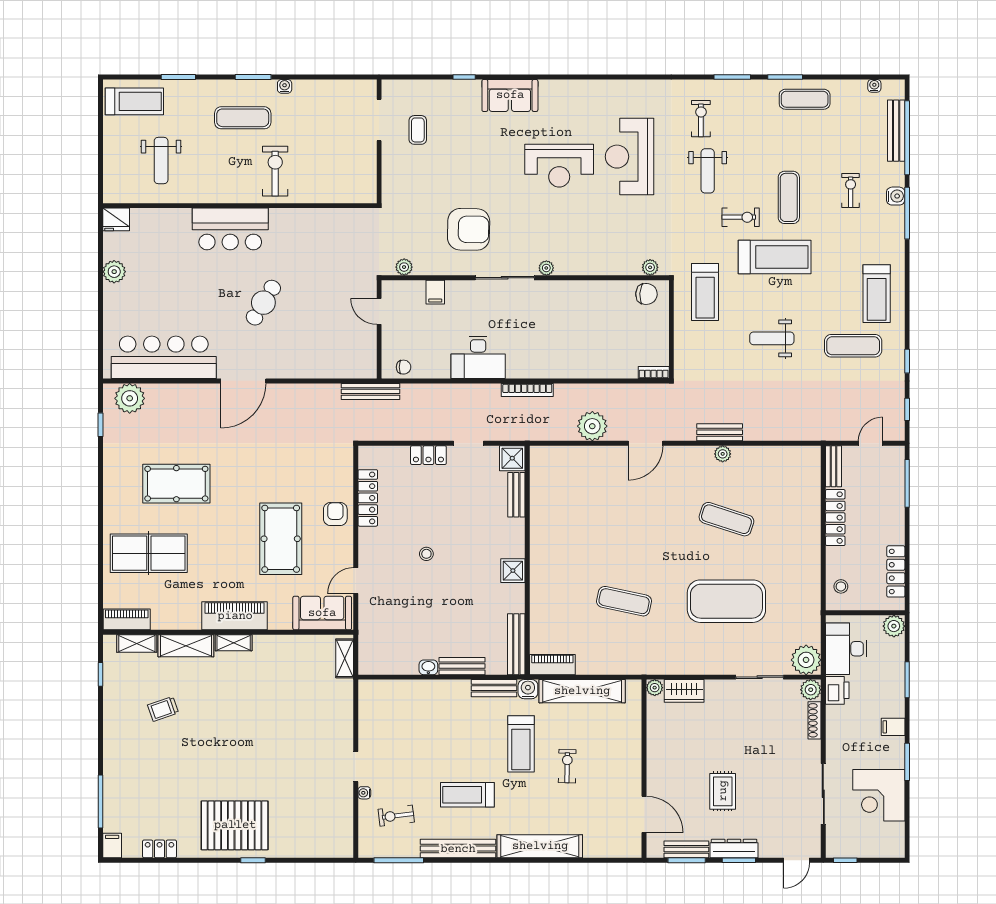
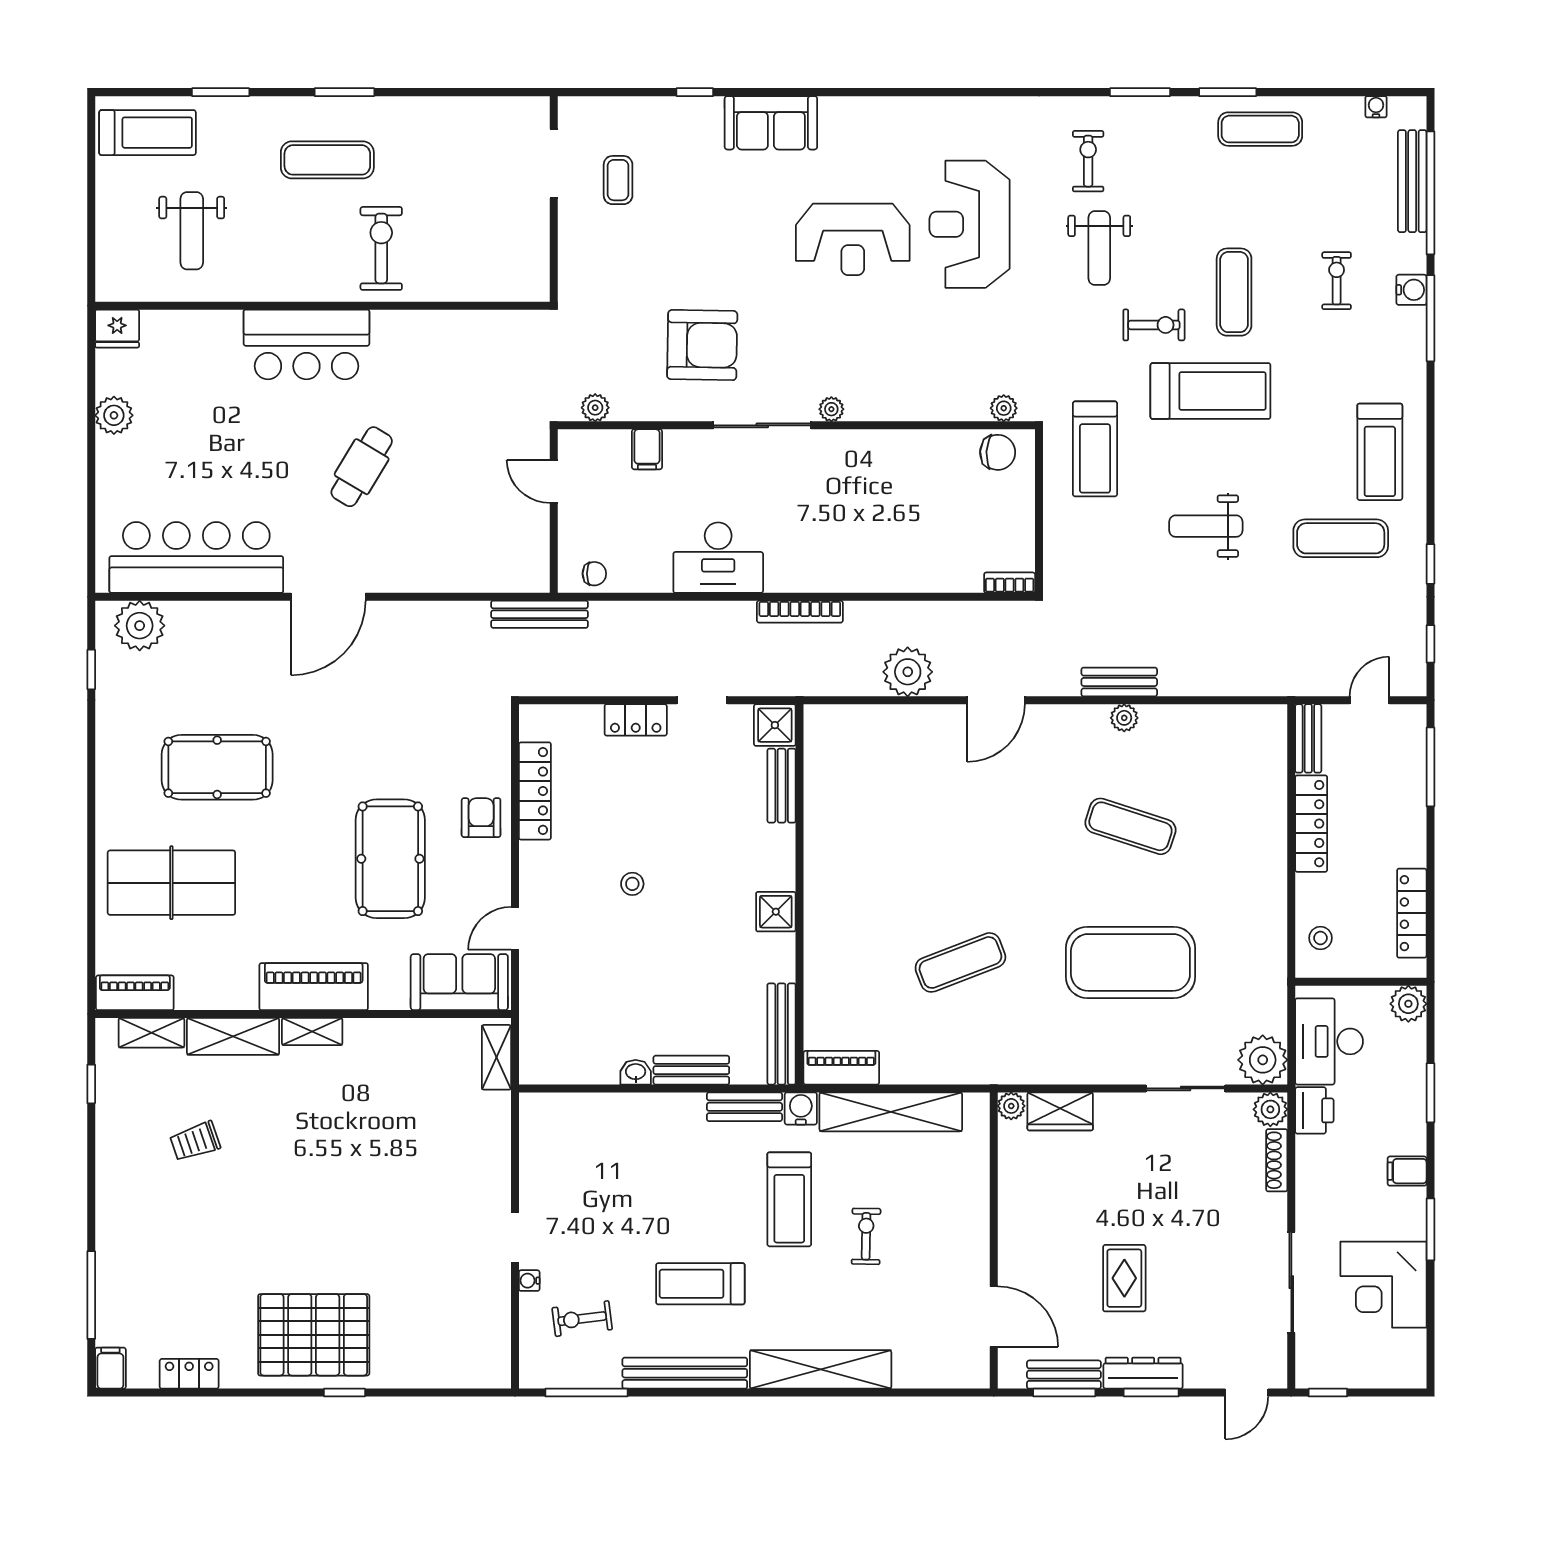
water cooler: (285, 86) -> (397, 108), removed
exercise mat: (624, 601) -> (960, 962), turned -33

